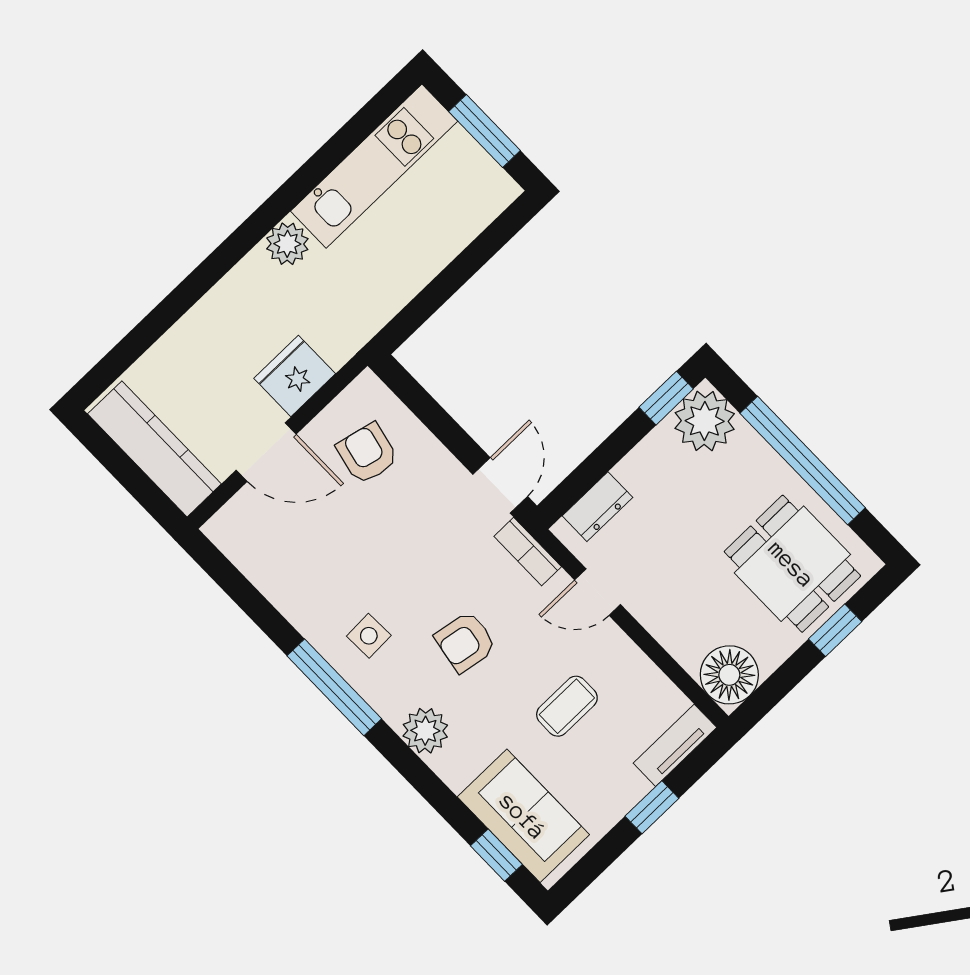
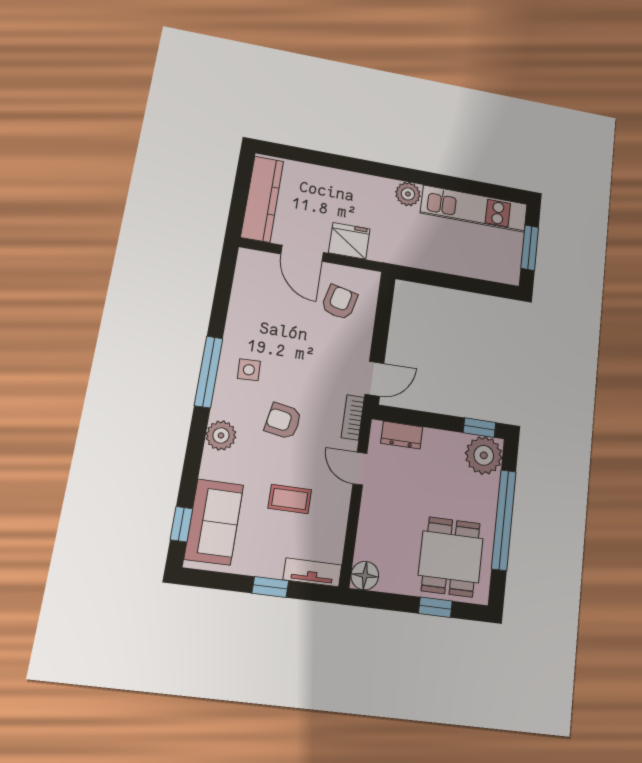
floor lamp: (729, 675) -> (365, 576), width x0.73, depth x0.73

